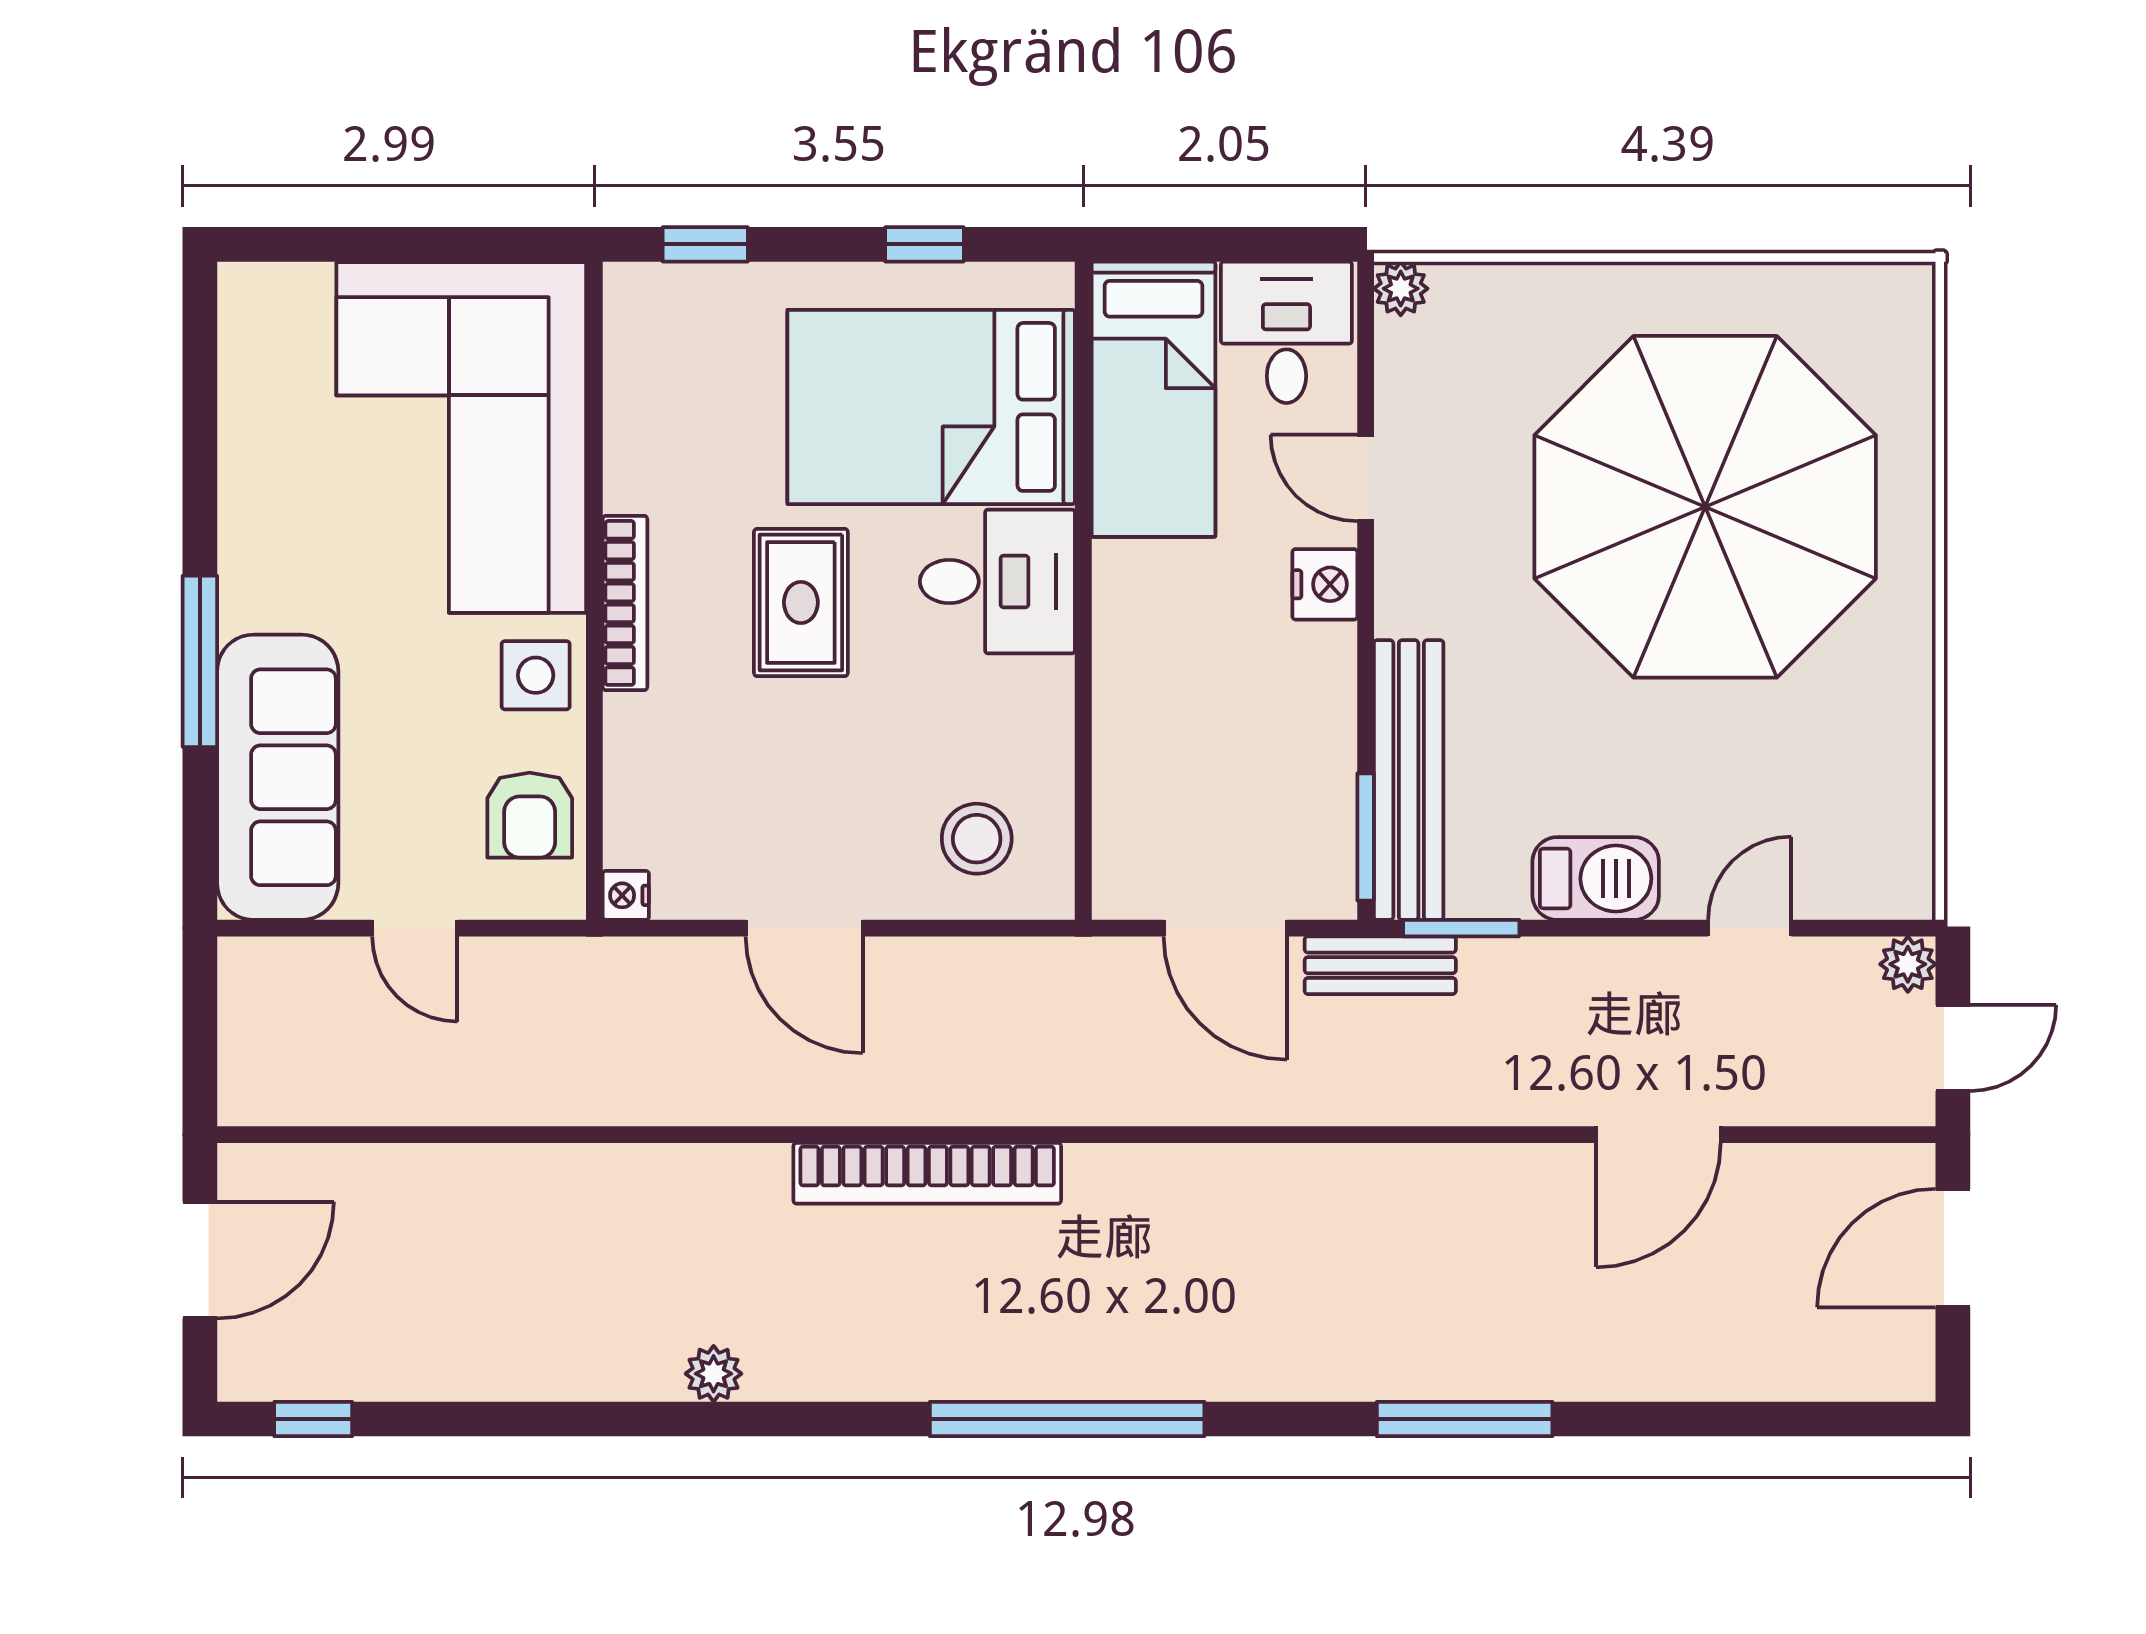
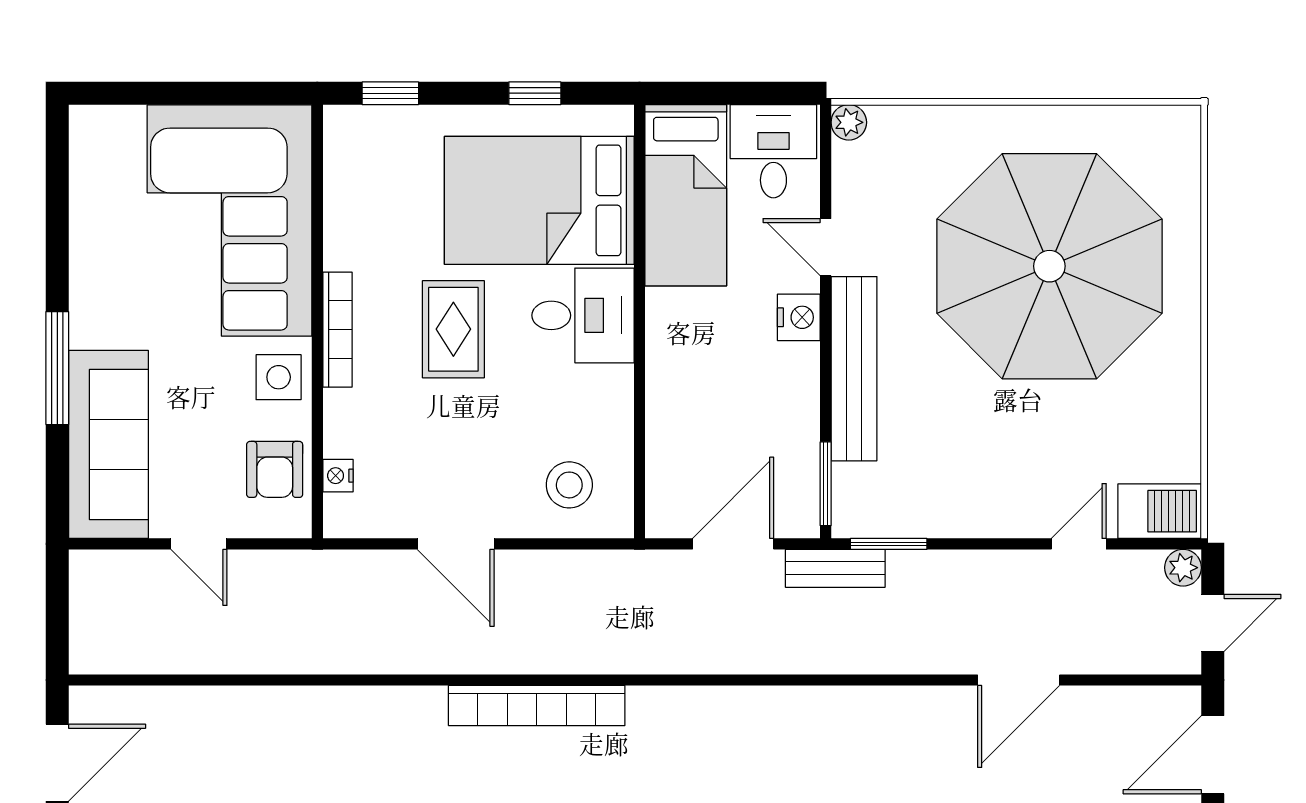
bench: (1409, 780) -> (854, 369), moved
barbecue: (1596, 879) -> (1160, 511), moved
nightstand: (626, 895) -> (338, 476), moved
door: (1225, 928) -> (733, 544), swing flipped

